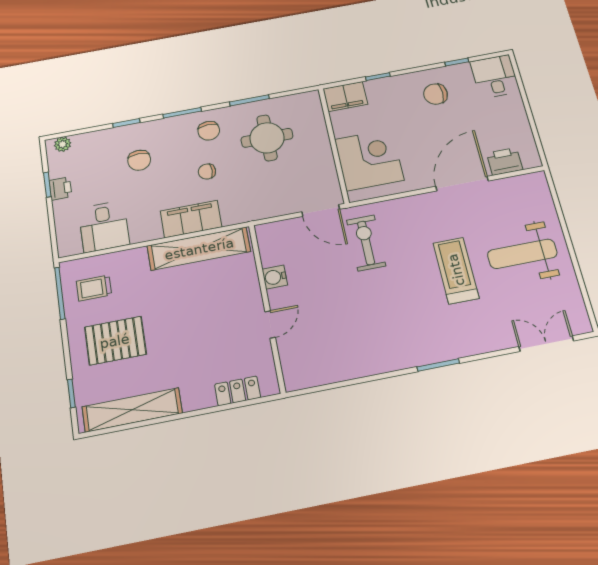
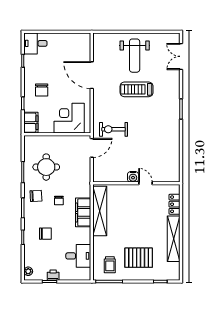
chair: (435, 94) -> (42, 90), moved
printer: (505, 161) -> (84, 51), removed
water cooler: (275, 277) -> (133, 177), moved
pallet: (115, 341) -> (139, 258), turned 90
shelving: (132, 410) -> (174, 239), moved

